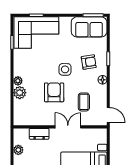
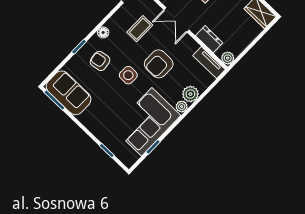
corner sofa: (36, 32) -> (147, 122), moved, turned -90
tv unit: (26, 120) -> (209, 63), added
plant: (18, 150) -> (228, 58), moved

